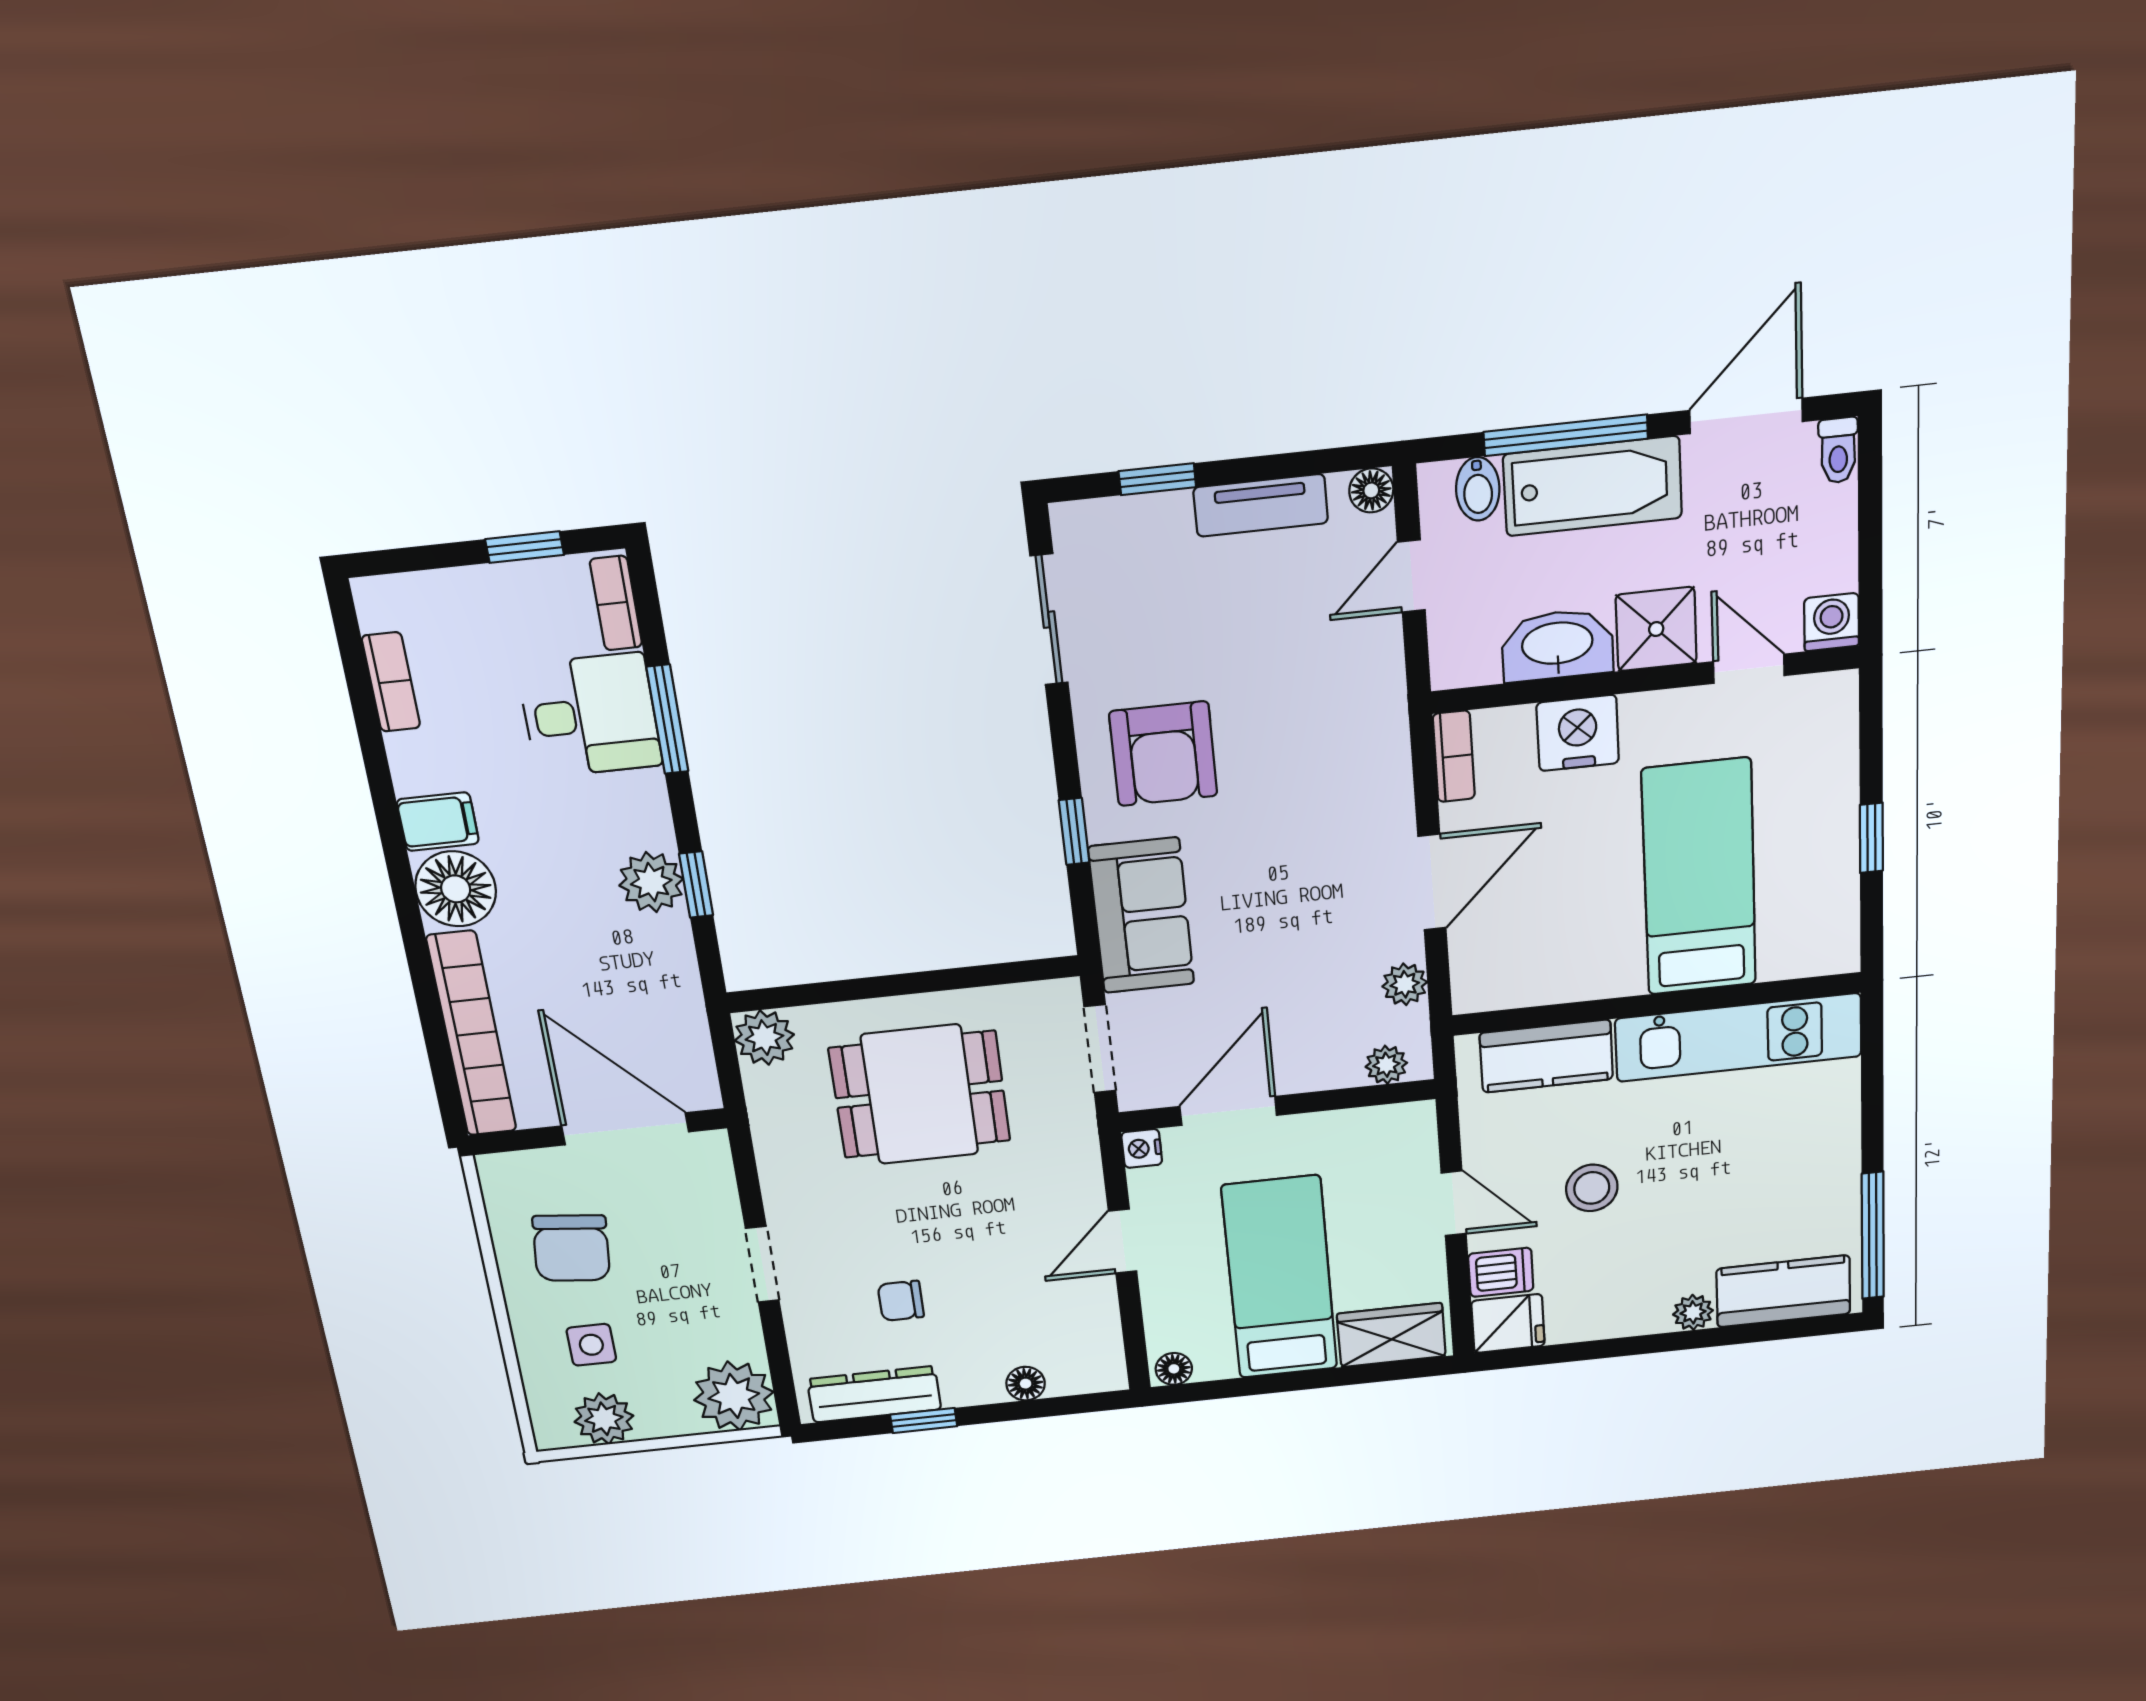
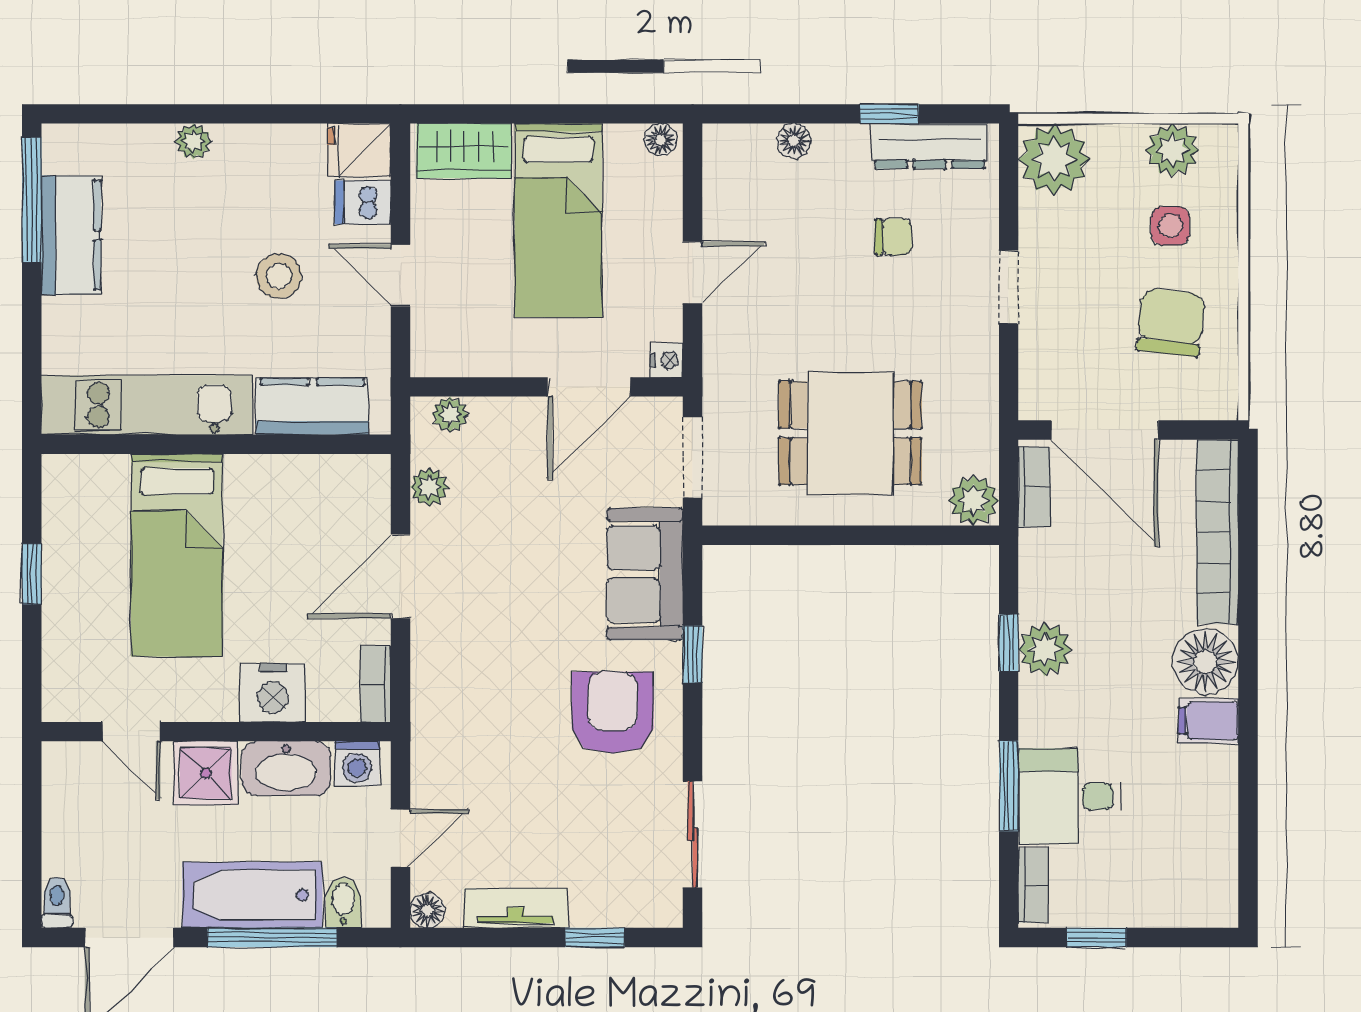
washing machine: (1832, 622) -> (357, 763), moved
bookcase: (391, 682) -> (1034, 487), moved, turned 180
kitchen counter: (1783, 1291) -> (71, 235), moved, turned -90

